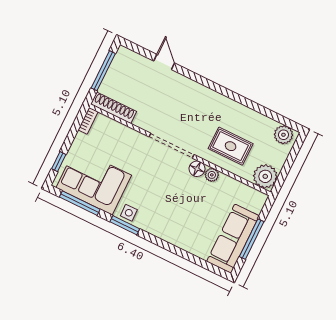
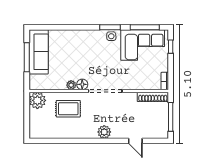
plant: (283, 135) -> (104, 132), moved

